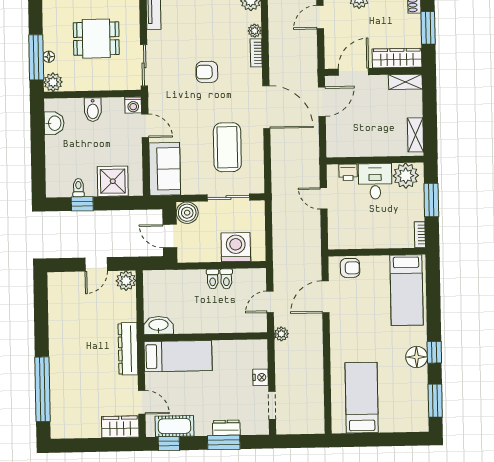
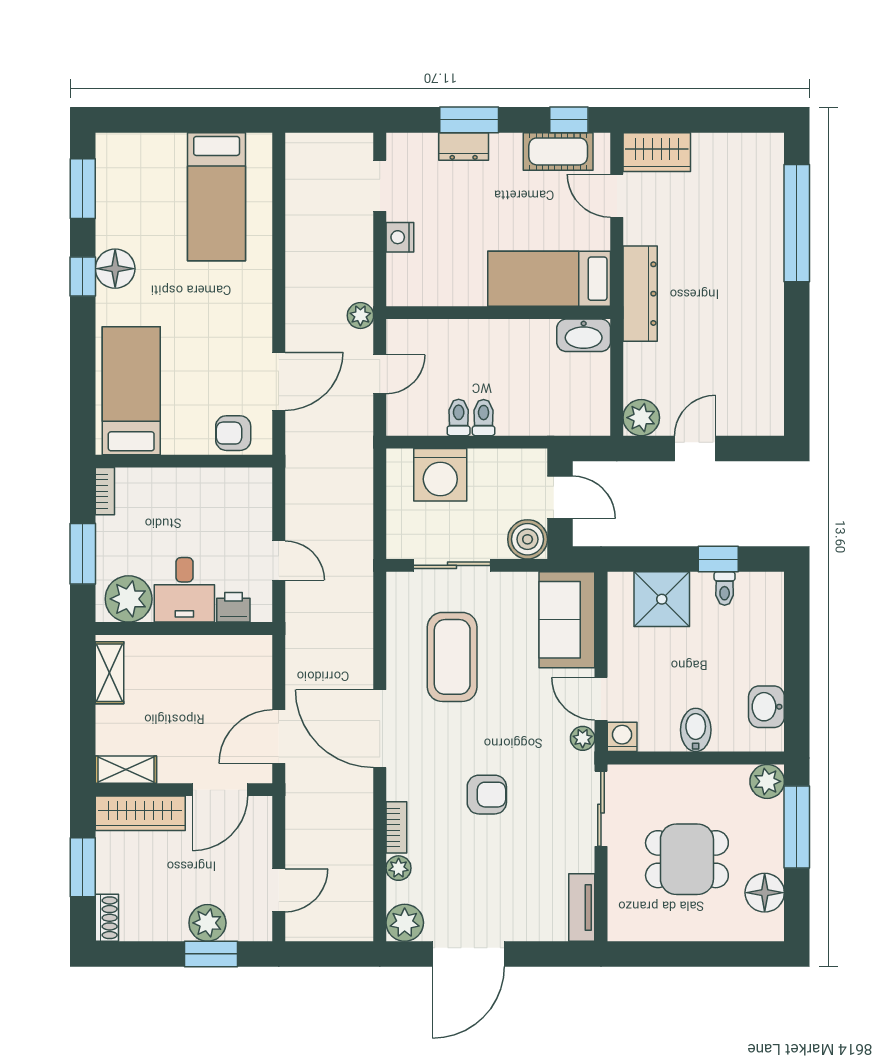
floor lamp: (49, 57) -> (765, 893), moved, width x1.89, depth x1.89
plant: (155, 104) -> (583, 738), added

